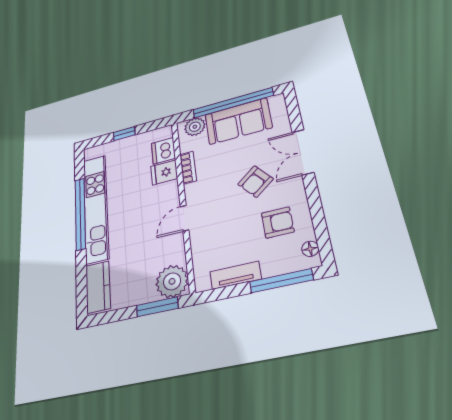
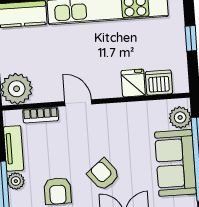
bookcase: (188, 168) -> (41, 115), moved
plant: (271, 267) -> (16, 181), added

